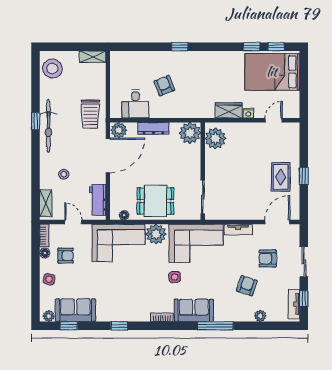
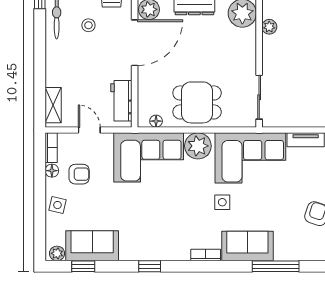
plant: (215, 138) -> (269, 27), width x0.53, depth x0.53
stool: (64, 174) -> (88, 25), moved

